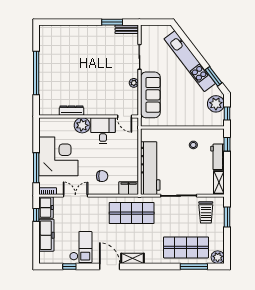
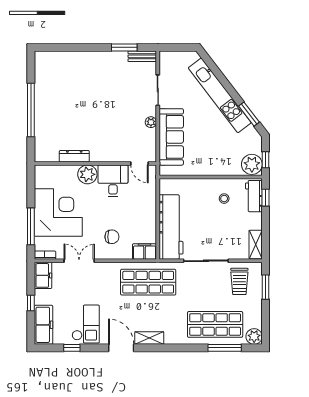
plant: (216, 104) -> (252, 164), moved
workbench: (218, 157) -> (254, 196), moved
window: (36, 215) -> (31, 303), moved
freezer: (46, 235) -> (43, 325), moved

